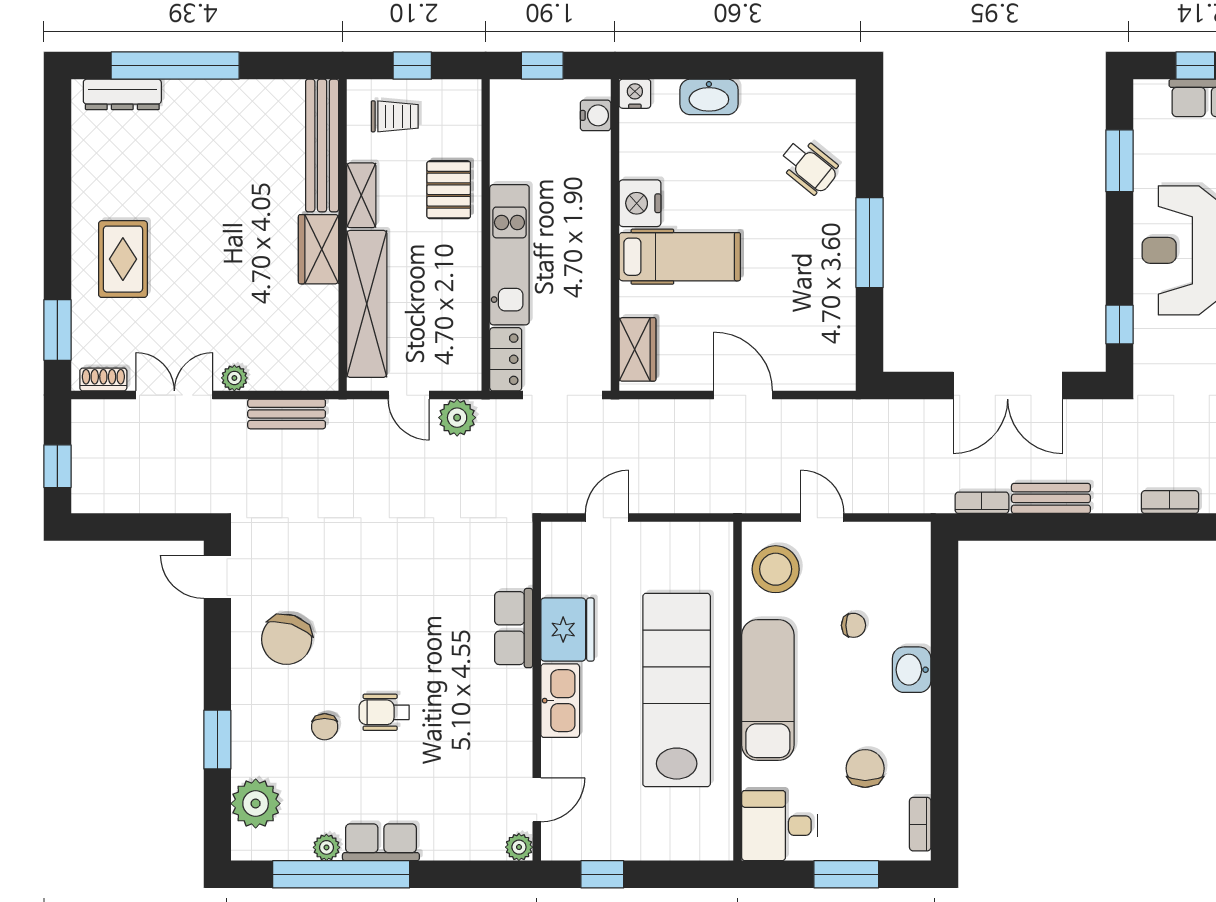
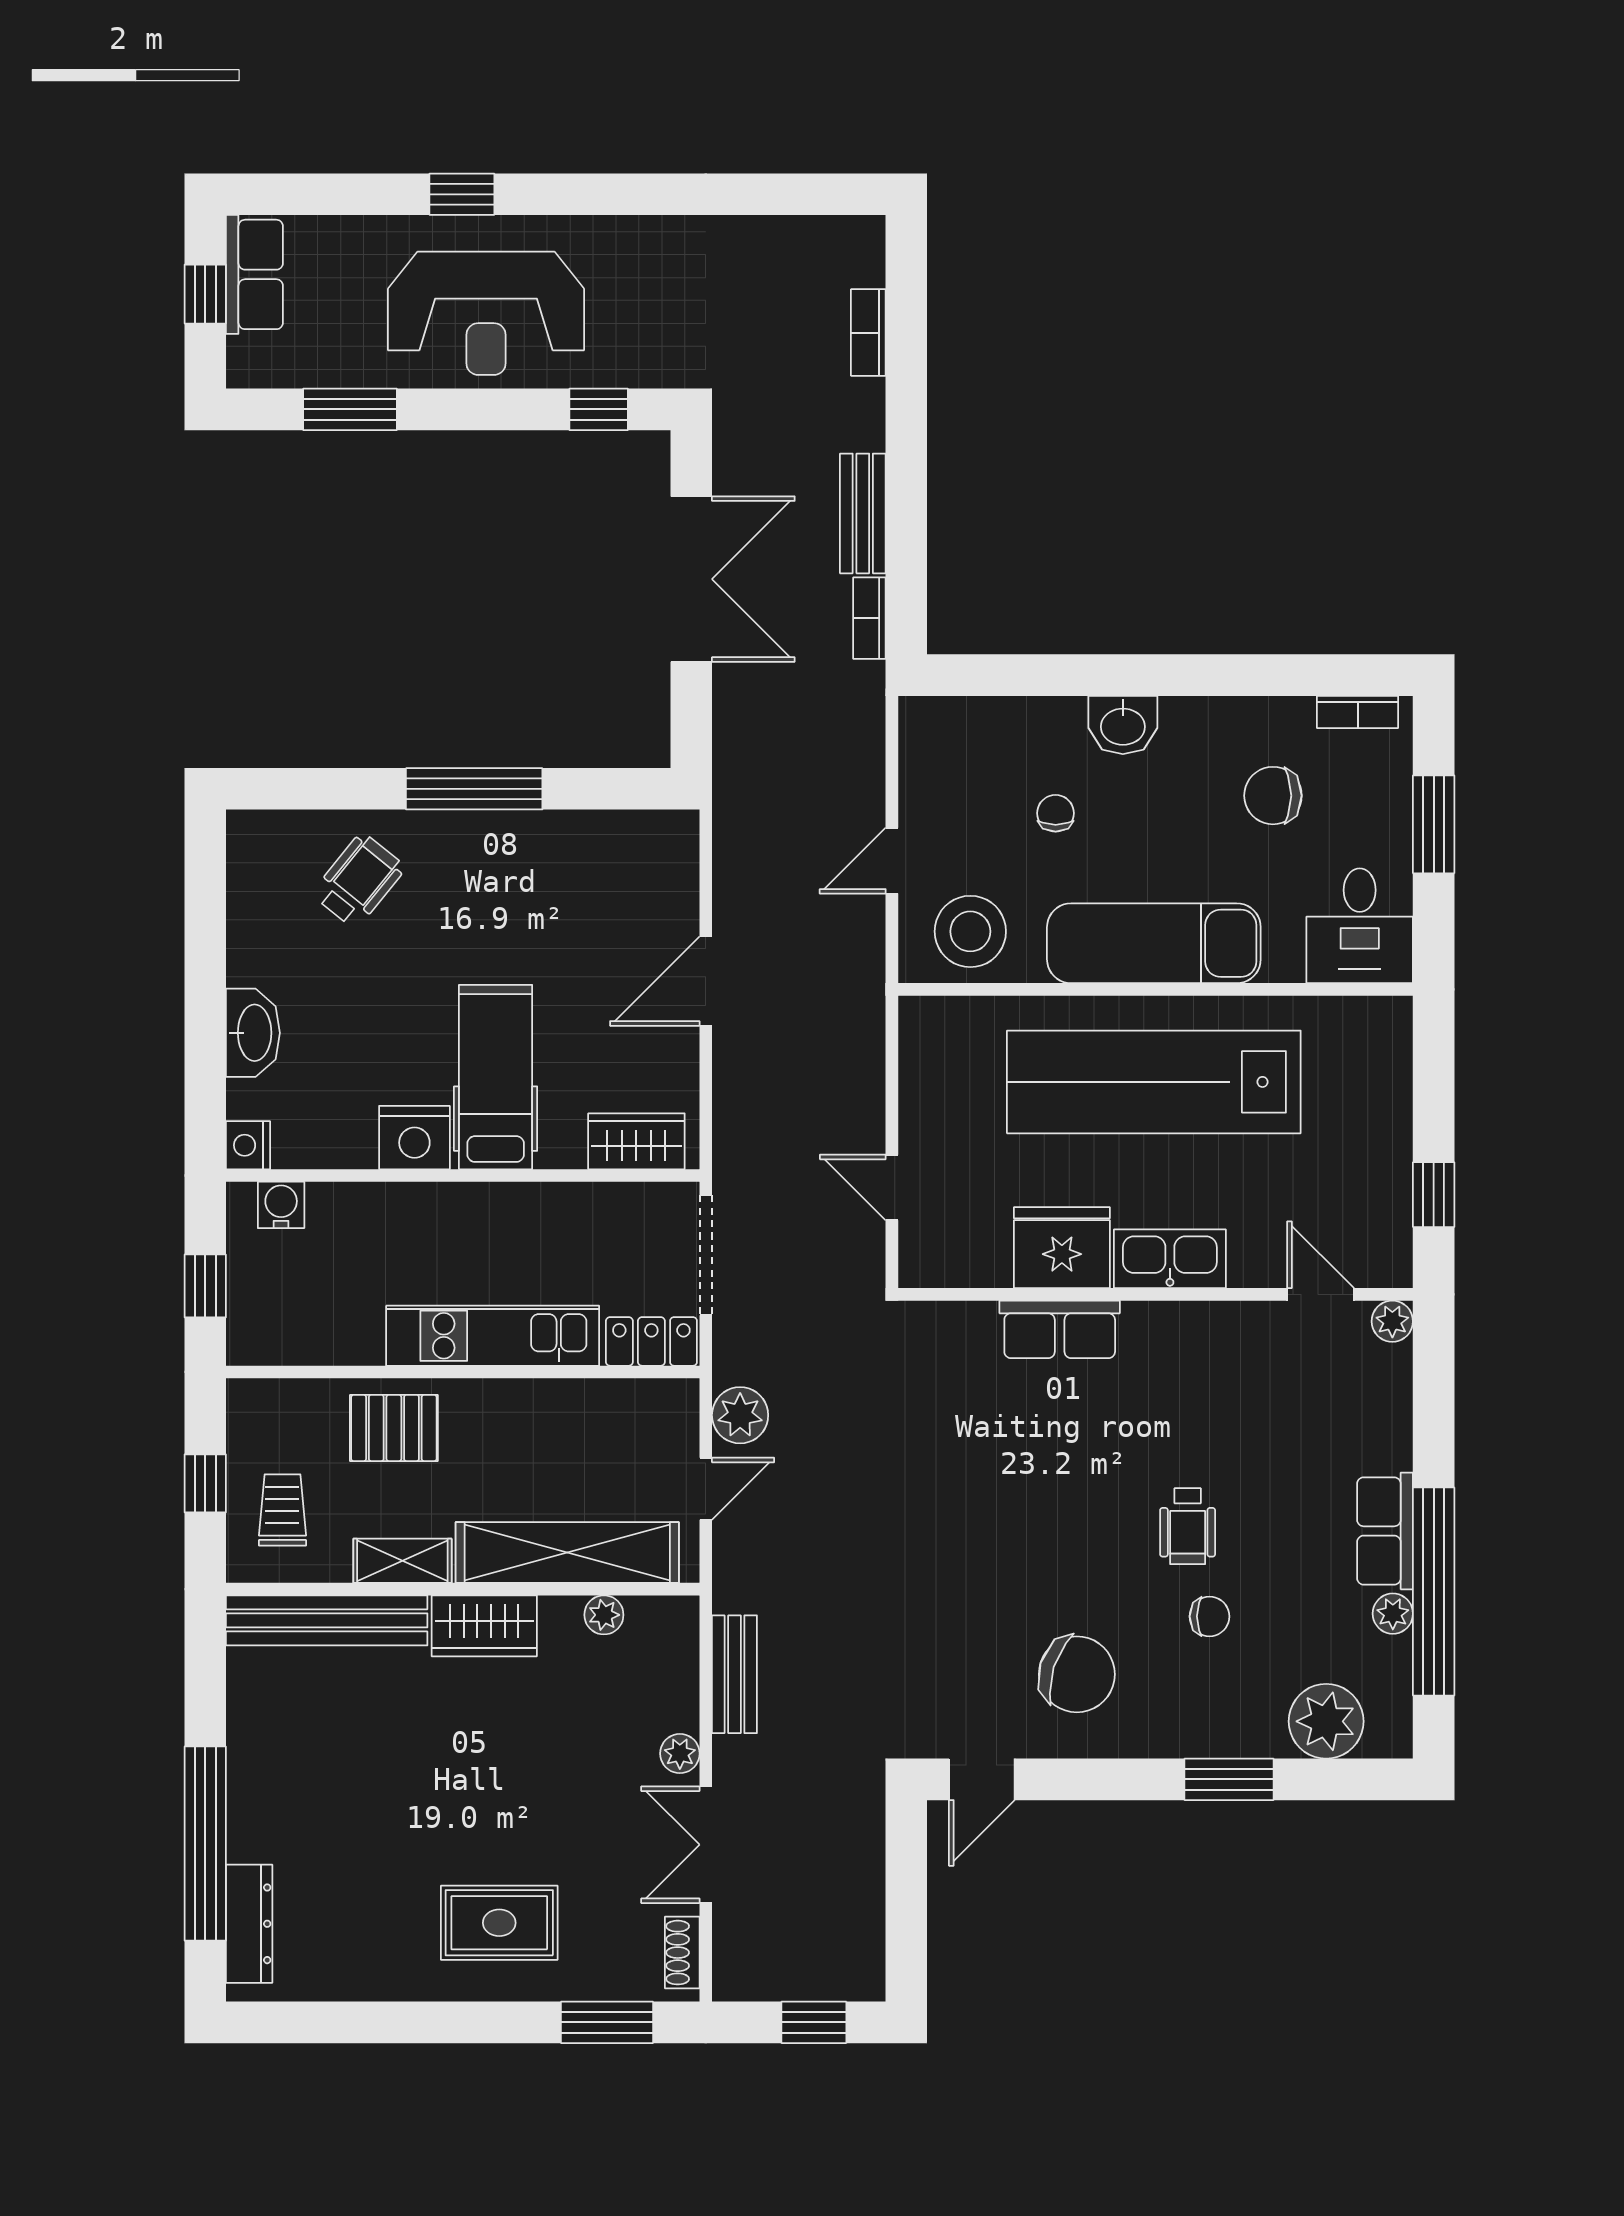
plant: (326, 328) -> (604, 1615), added

